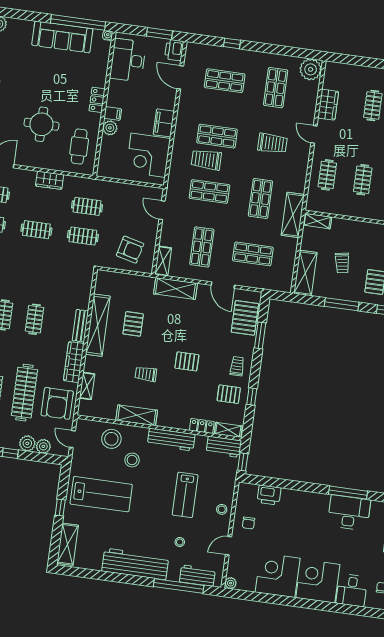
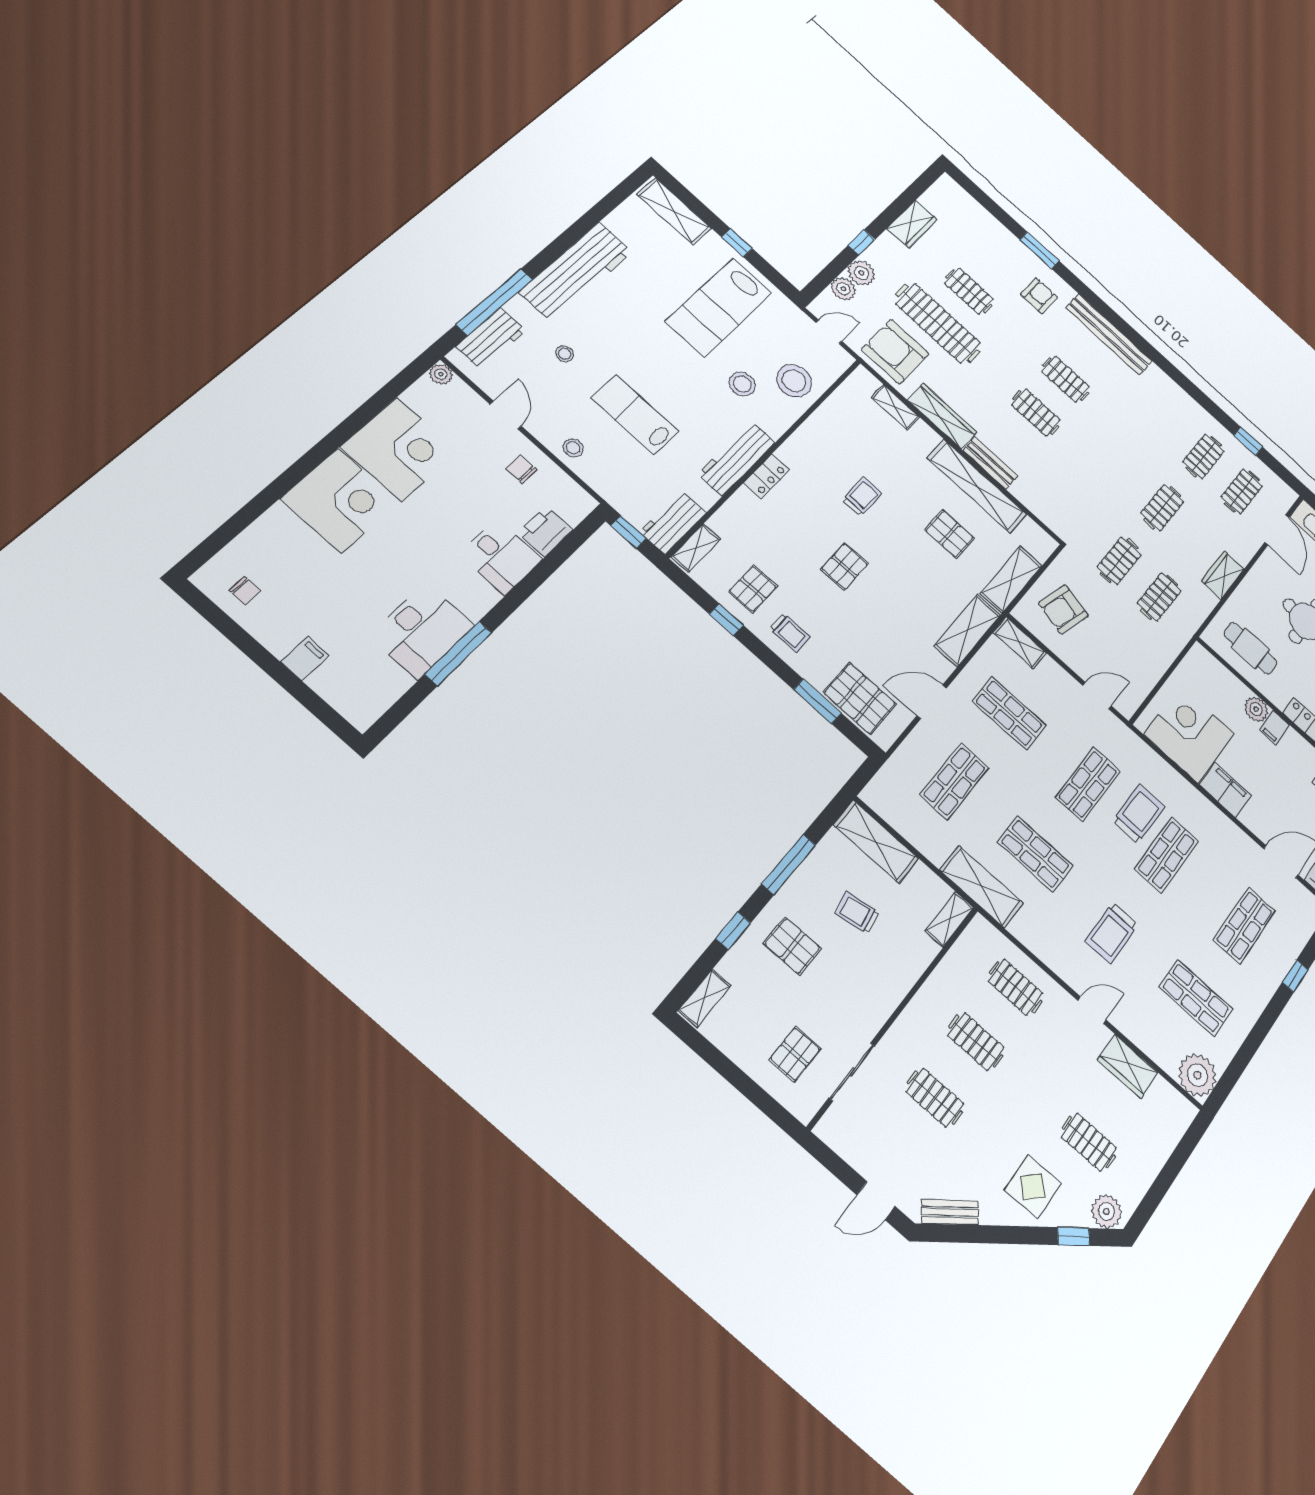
shelving: (137, 415) -> (1011, 580), moved
locker: (202, 426) -> (767, 476), moved
desk: (352, 590) -> (501, 557), moved, turned 180

